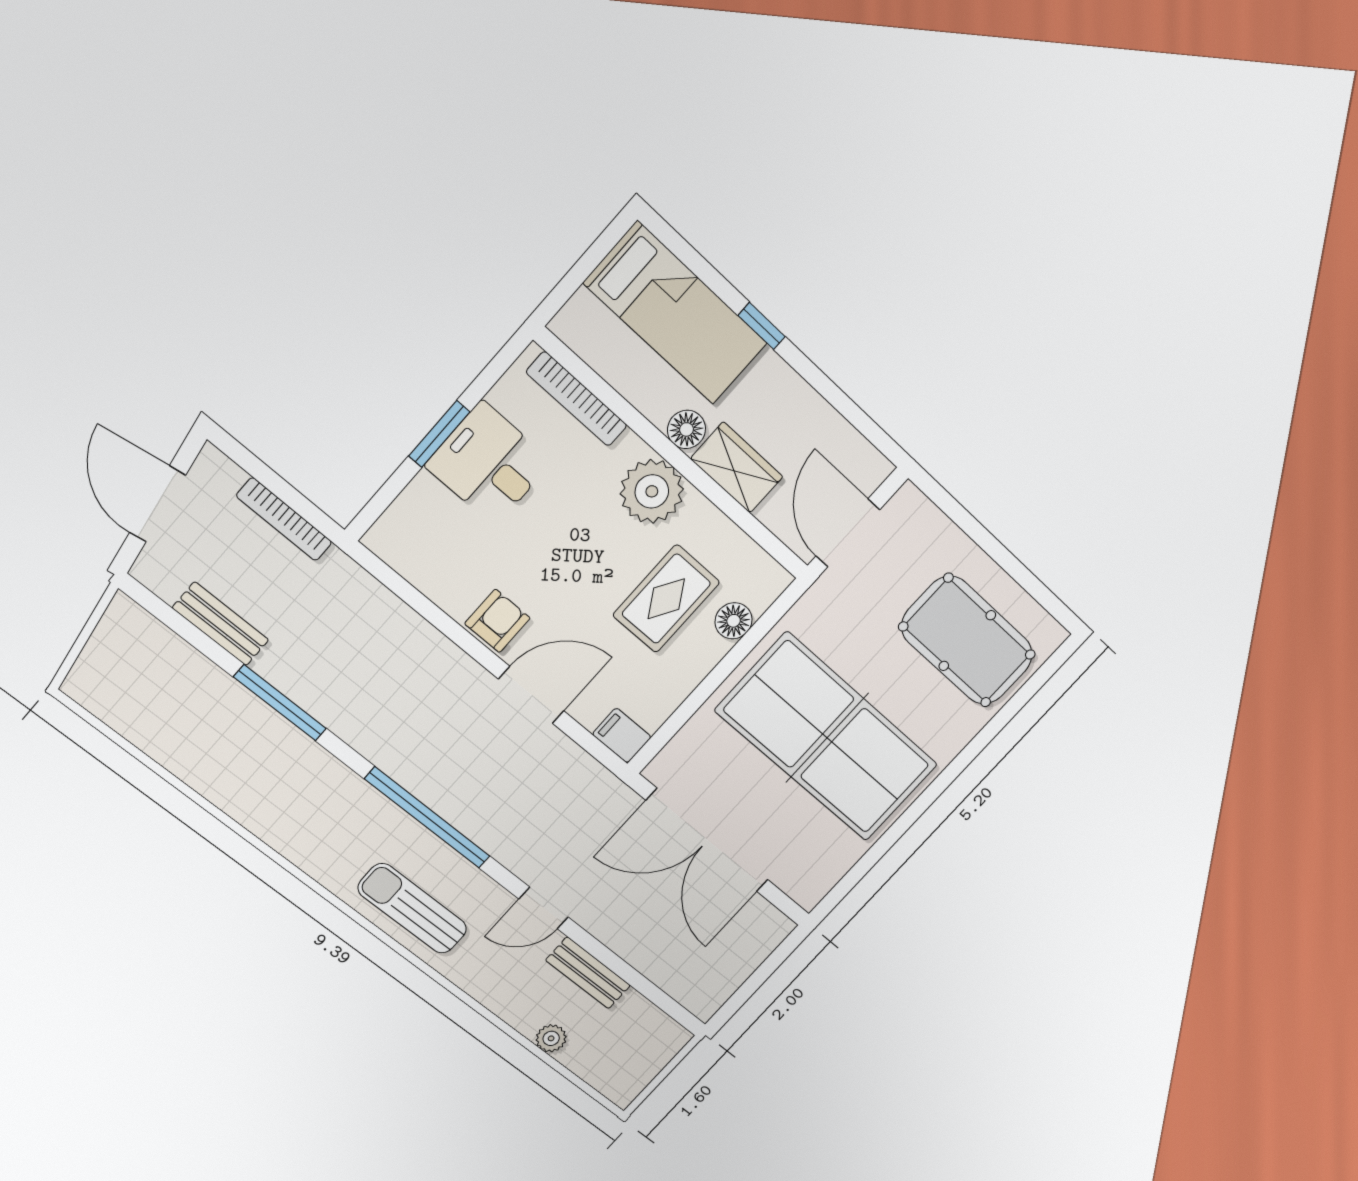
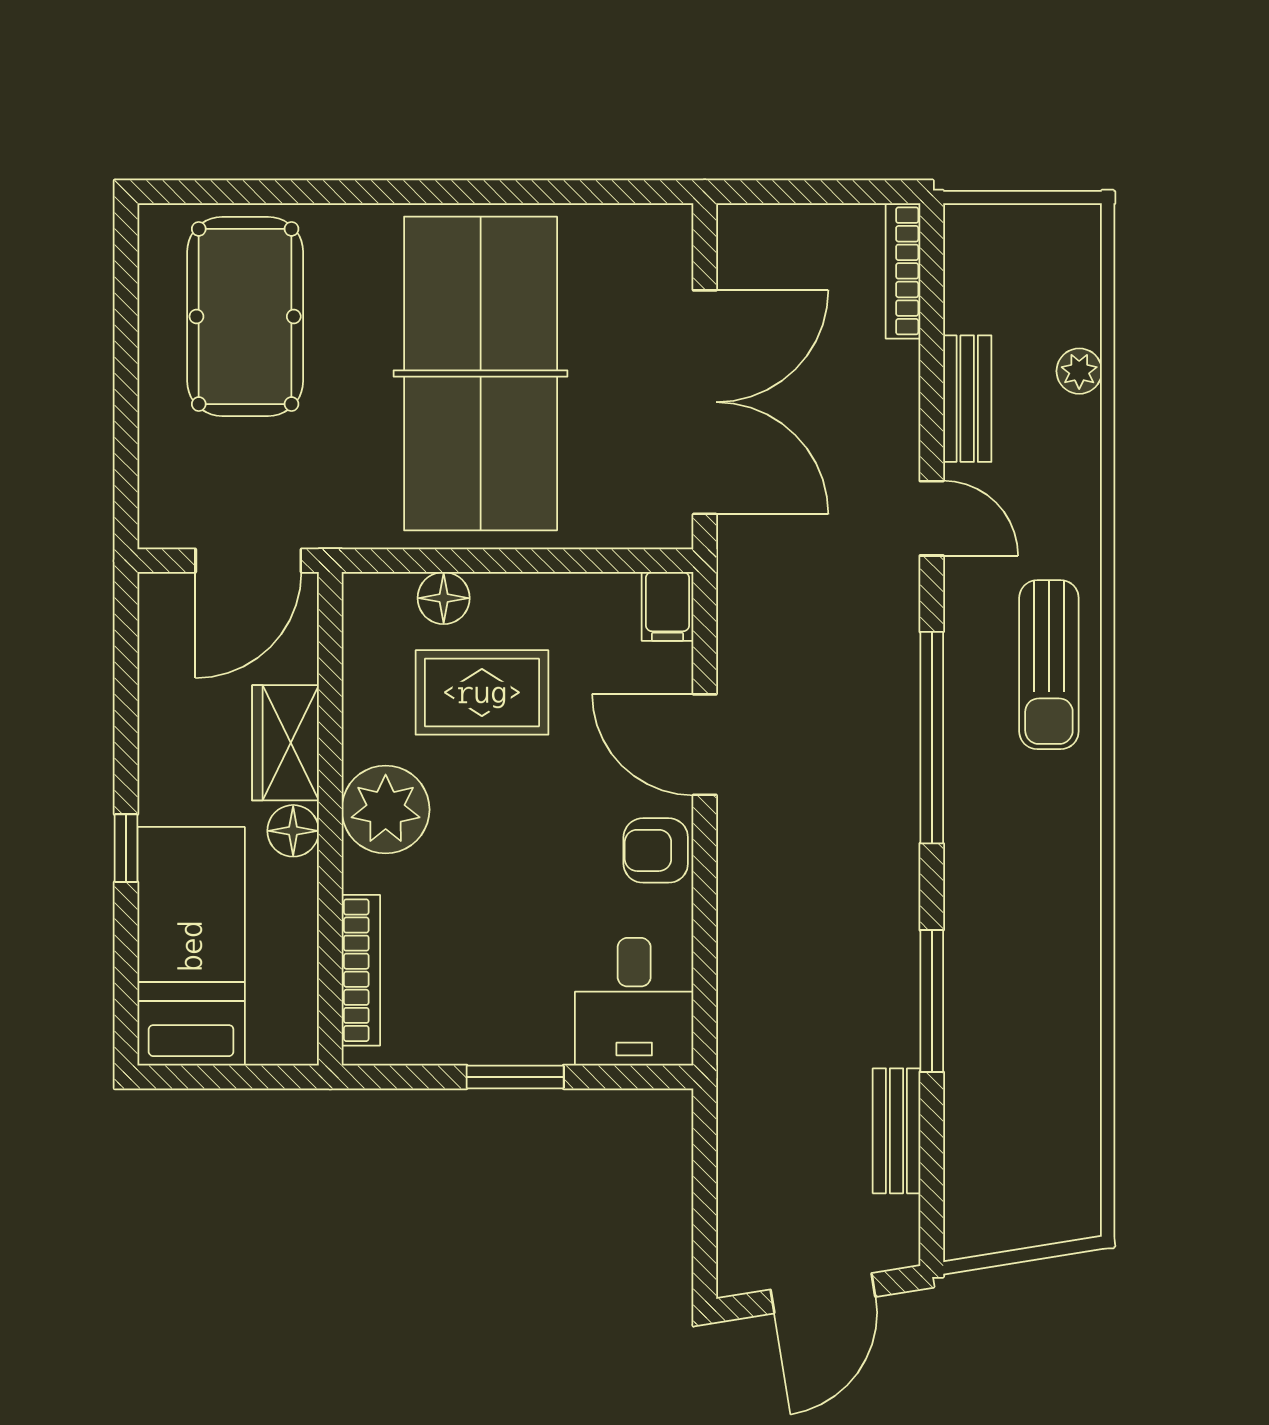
desk: (489, 464) -> (634, 1002), moved
bookcase: (284, 519) -> (903, 271), moved, turned 180

